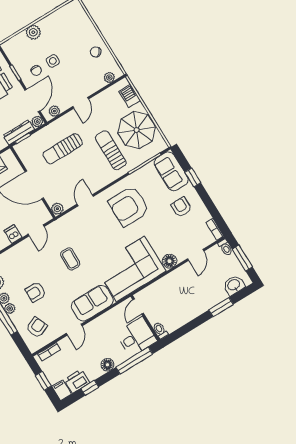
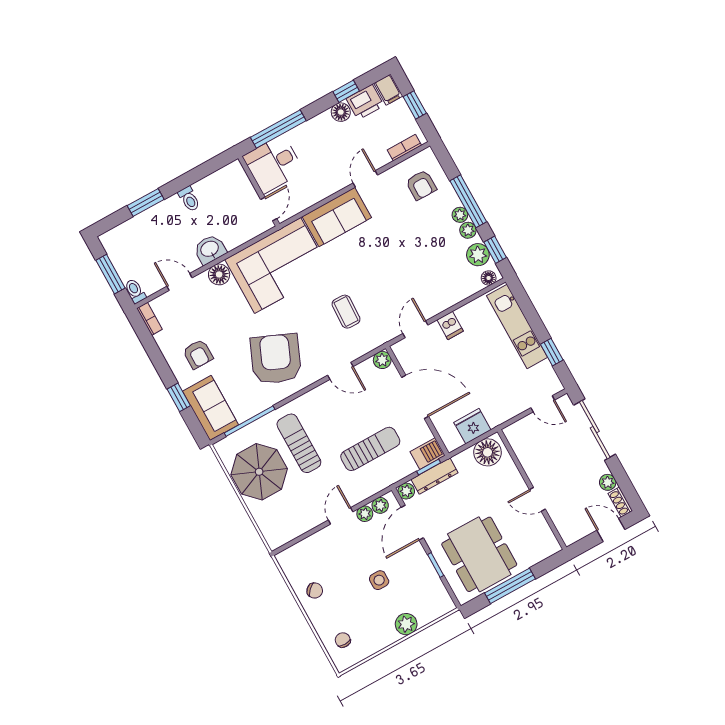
chair: (36, 71) -> (343, 640), moved
plant: (109, 77) -> (365, 514), moved
barbecue: (130, 96) -> (428, 454), moved, turned -90
sun lounger: (111, 150) -> (299, 443), turned 180
door: (85, 200) -> (340, 371), hinge flipped
armchair: (129, 206) -> (276, 359), turned -67
door: (196, 255) -> (180, 282), hinge flipped
coffee table: (70, 259) -> (346, 312), moved
washbasin: (234, 285) -> (210, 249), moved, turned 180
armchair: (36, 292) -> (420, 238), removed
armchair: (37, 327) -> (421, 185), turned -67
toilet: (160, 330) -> (189, 199), moved
floor lamp: (107, 365) -> (341, 112), moved

